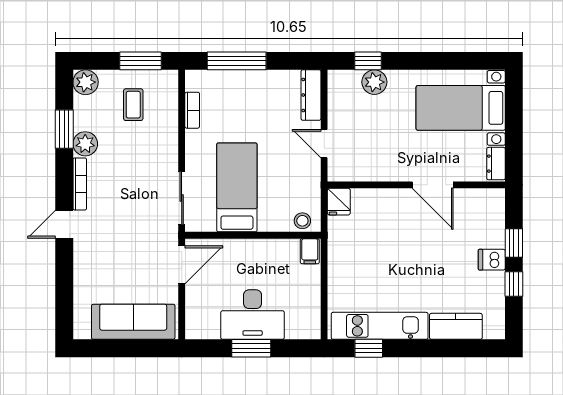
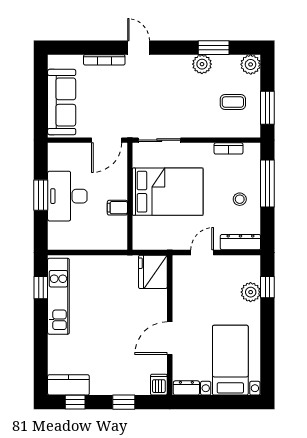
bookcase: (80, 184) -> (104, 60), moved
bed: (237, 187) -> (168, 192), width x1.50
fridge: (339, 202) -> (153, 272), width x1.88, depth x1.34
stool: (302, 221) -> (240, 199), moved
filing cabinet: (310, 251) -> (117, 208), moved
dishwasher: (492, 260) -> (159, 385), moved
door: (182, 265) -> (107, 140), hinge flipped
window: (514, 284) -> (75, 402), moved
kitchen counter: (456, 326) -> (68, 385), moved, turned -90

